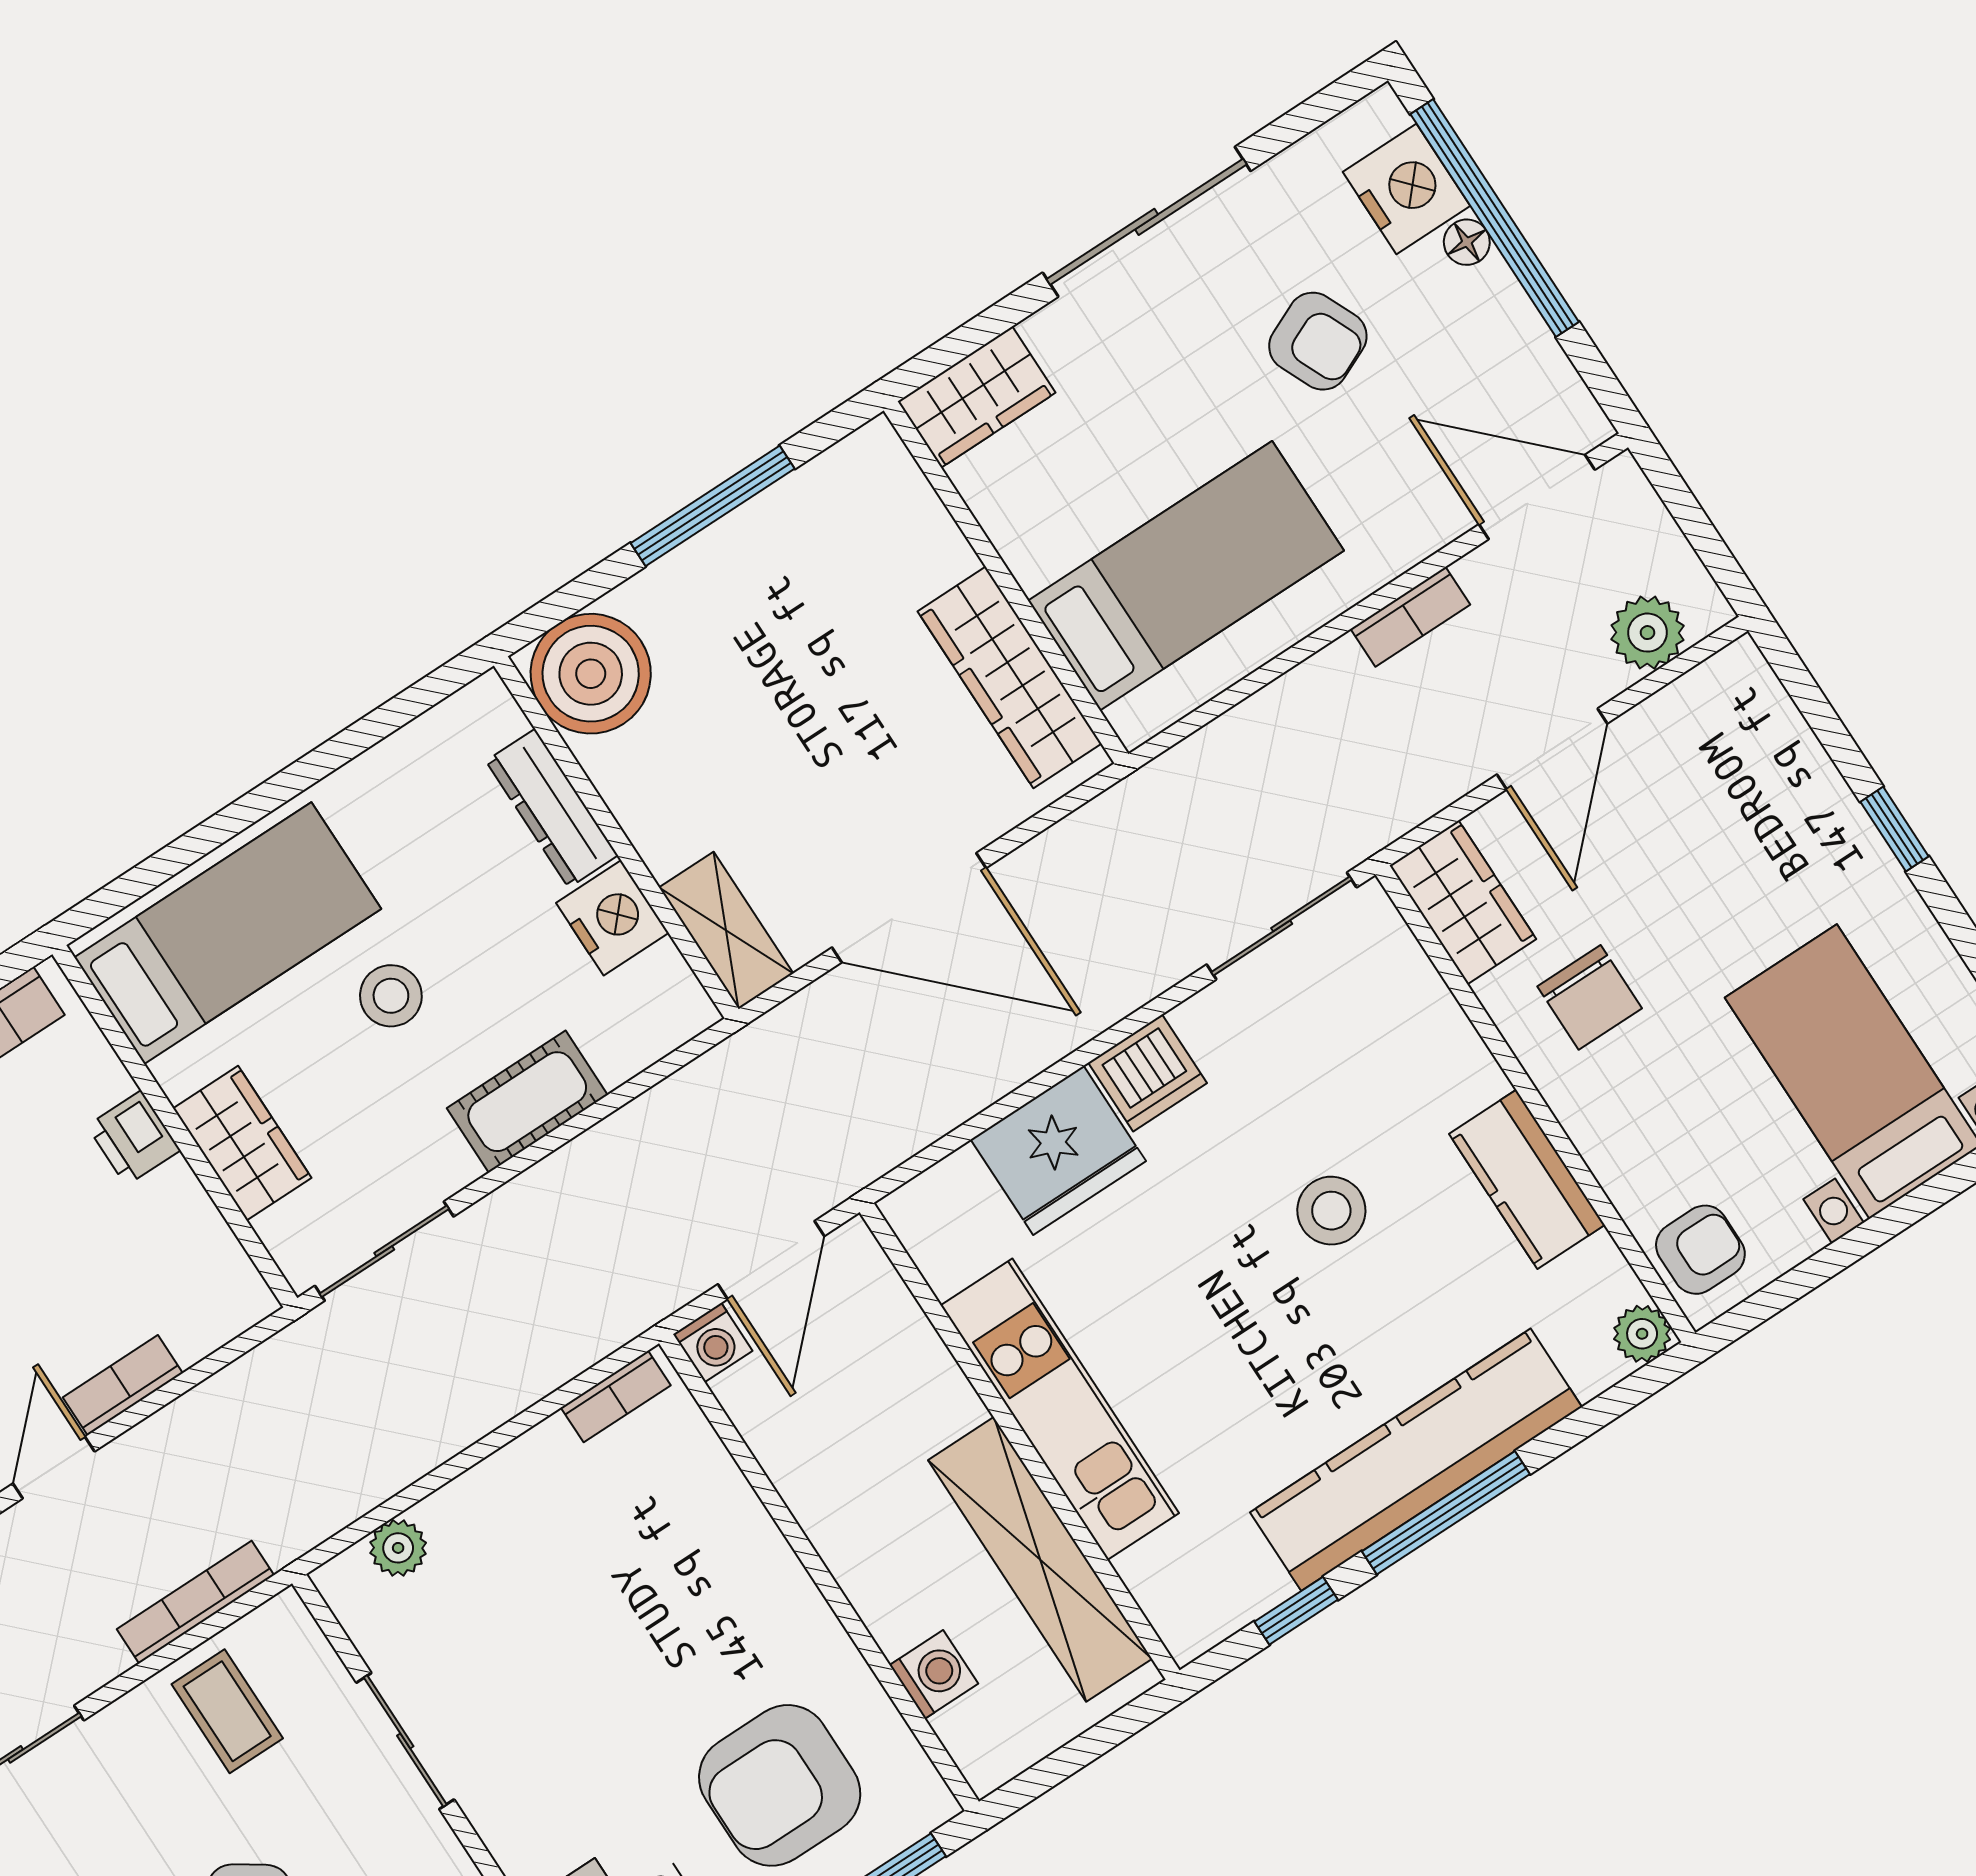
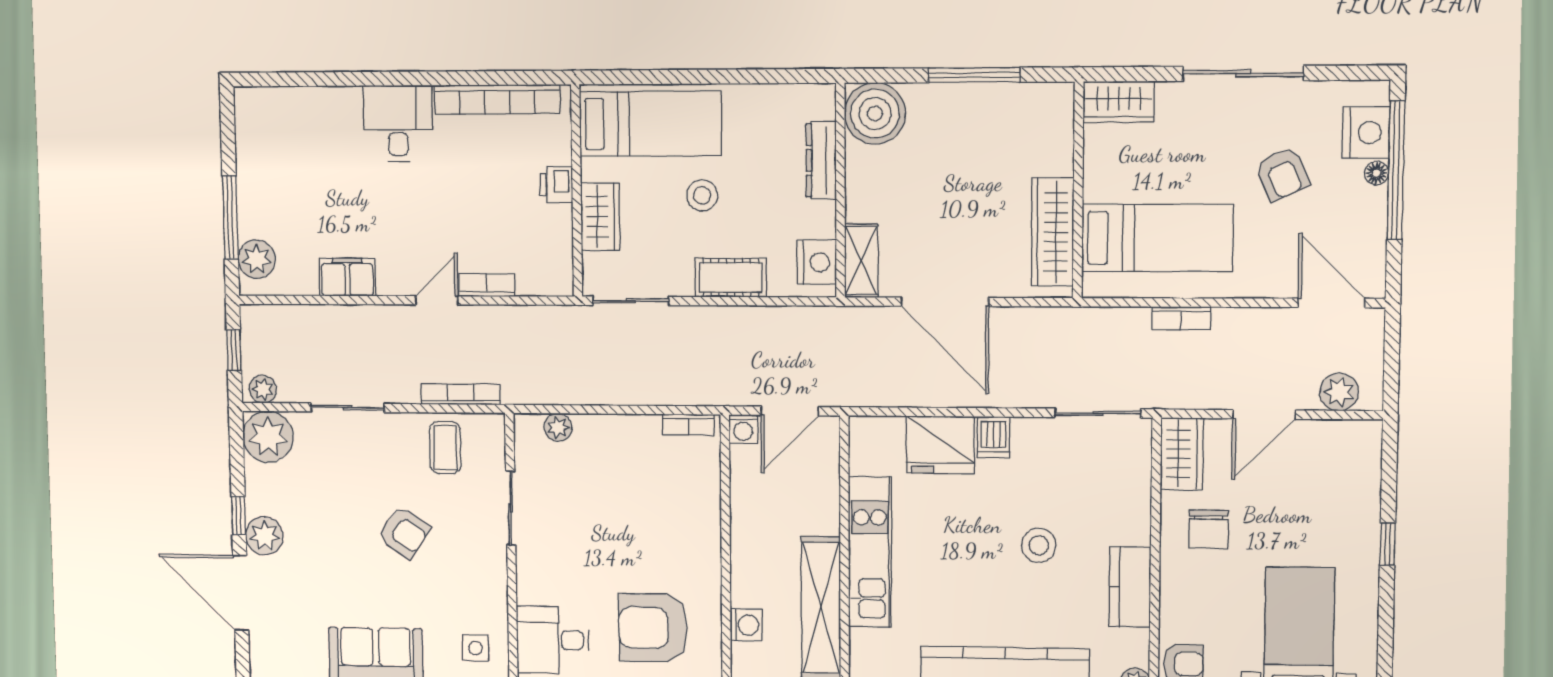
bookcase: (1410, 617) -> (1181, 318), moved
nightstand: (612, 918) -> (817, 262), moved
dishwasher: (1148, 1073) -> (994, 437), width x0.73

